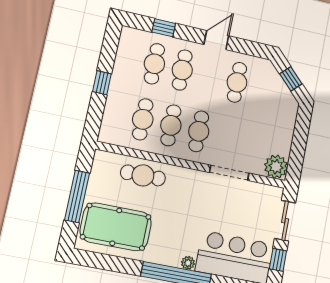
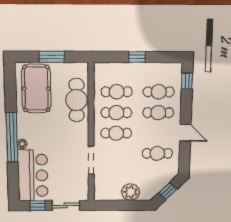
window: (164, 28) -> (187, 81), moved
plant: (276, 167) -> (131, 192), moved
cafe table: (143, 175) -> (77, 100), width x1.37, depth x1.35
window: (77, 197) -> (52, 57), width x0.69

